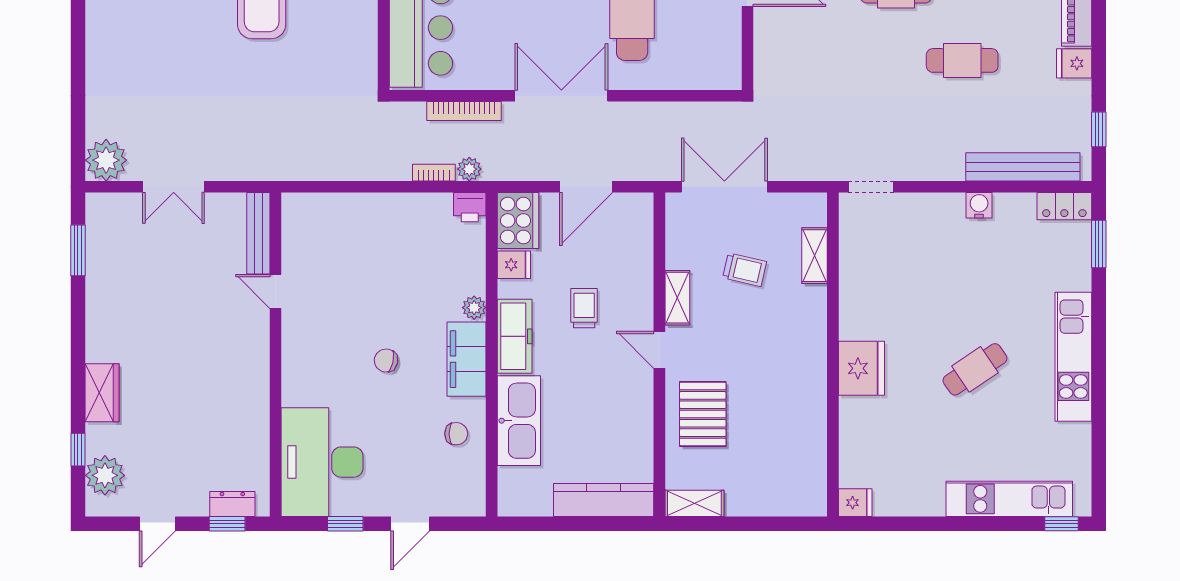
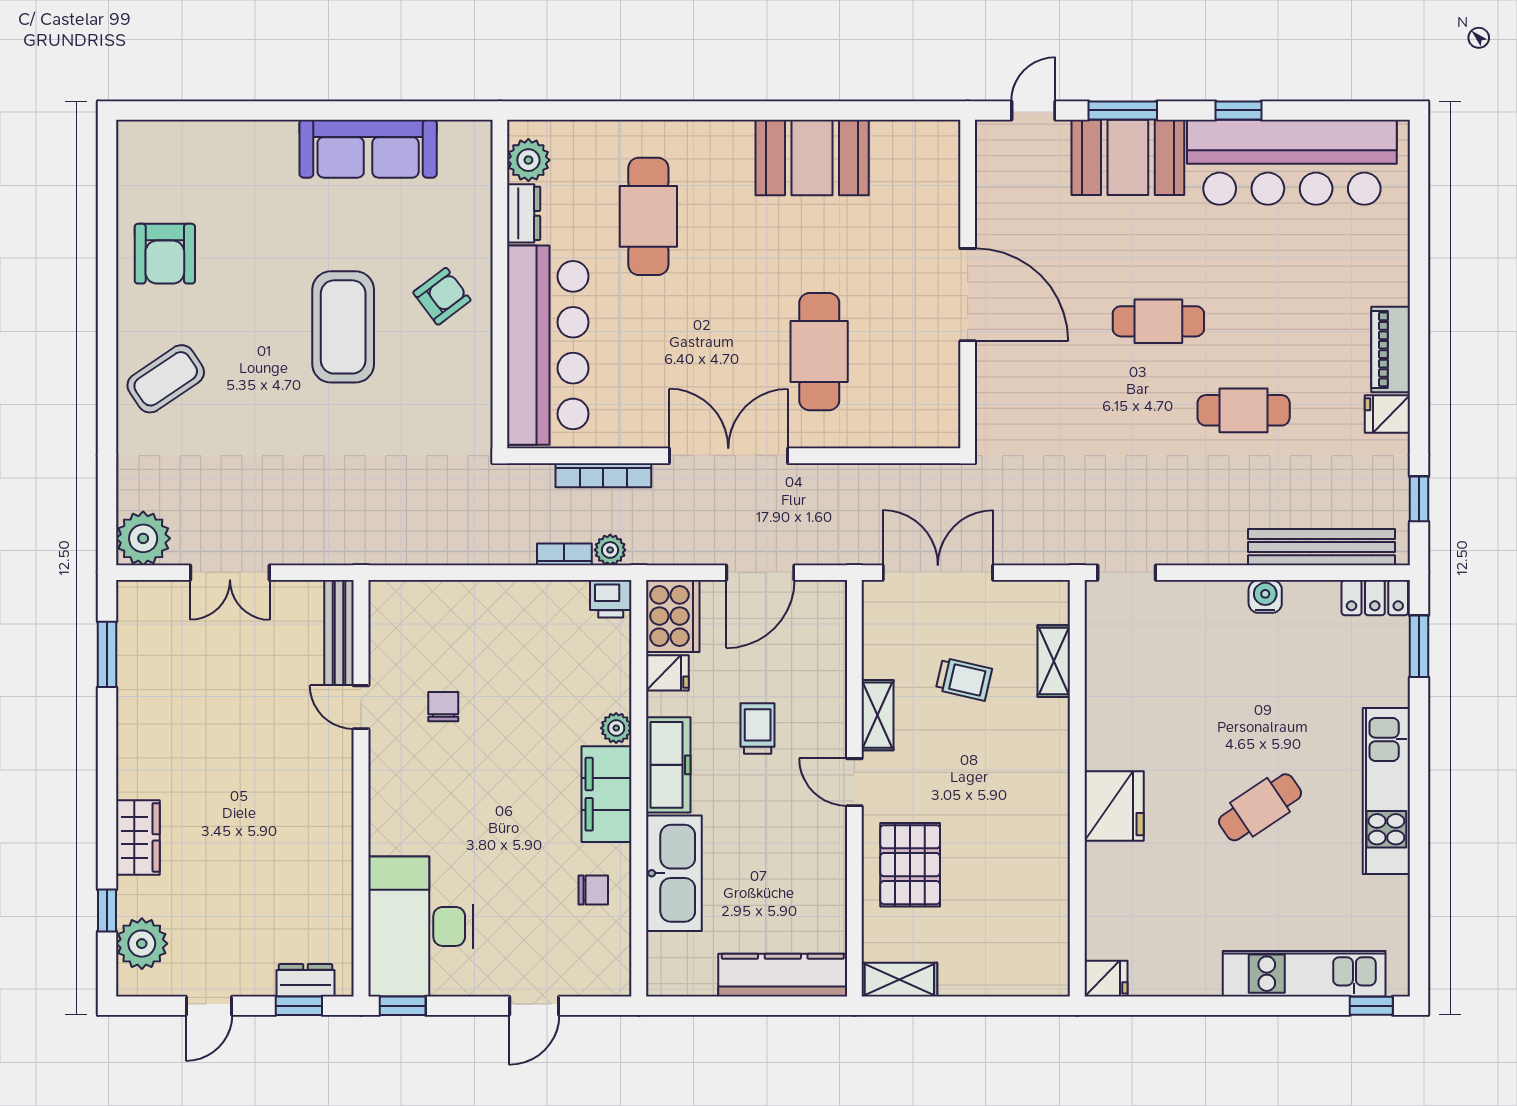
coffee table: (124, 36) -> (166, 379), added
chair: (386, 361) -> (443, 707), moved, turned 78
window: (345, 524) -> (403, 1006), moved

